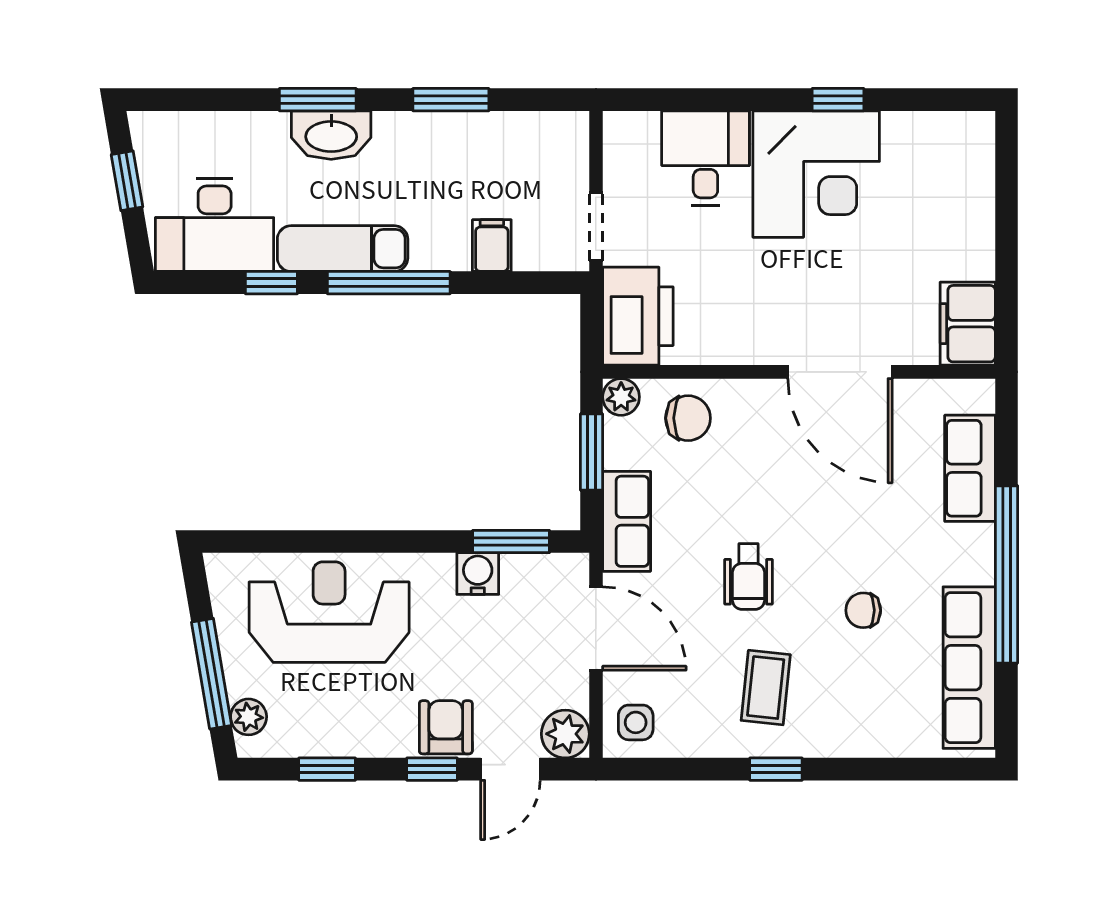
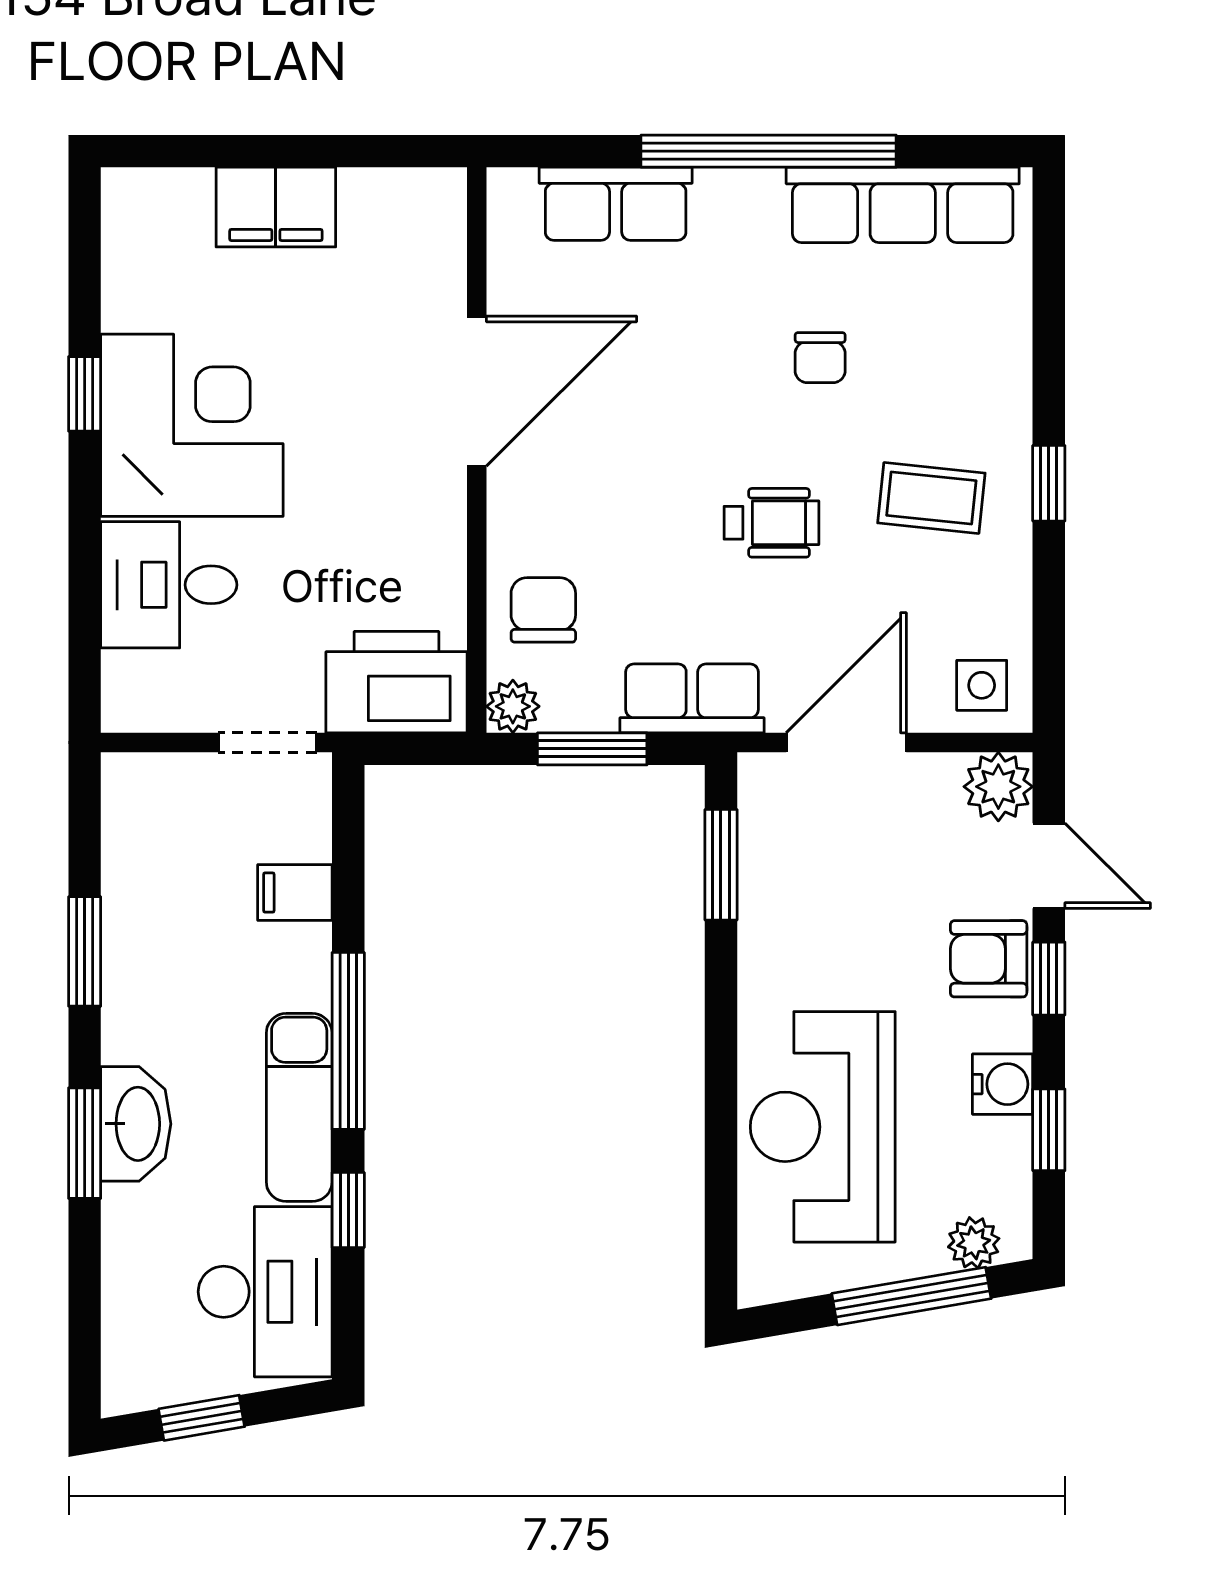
filing cabinet: (968, 324) -> (276, 207), moved
water cooler: (478, 574) -> (1003, 1084), moved, turned 180

